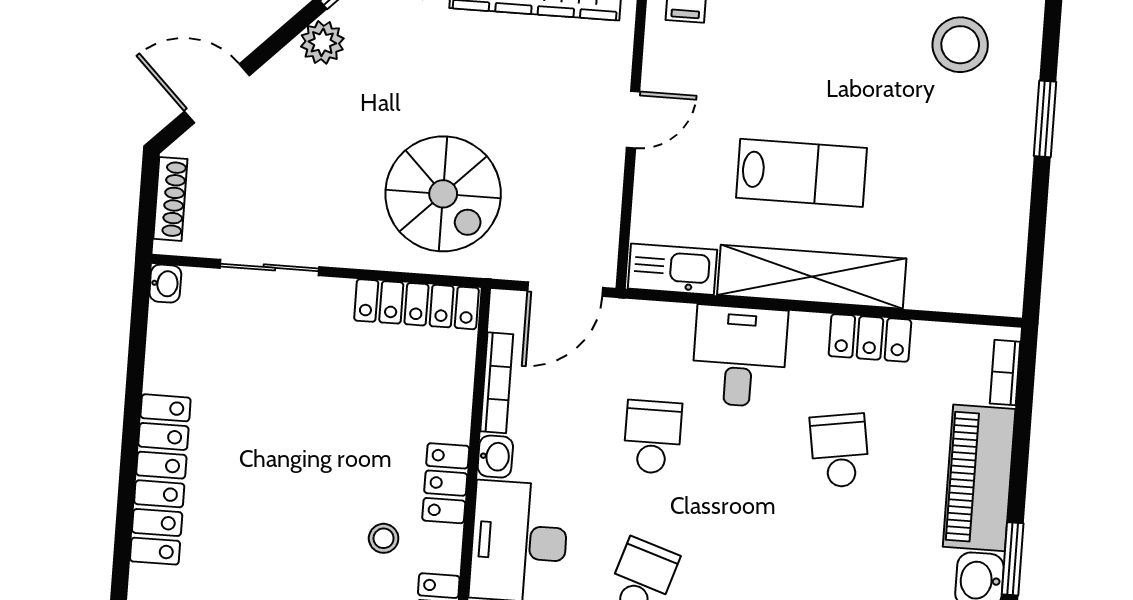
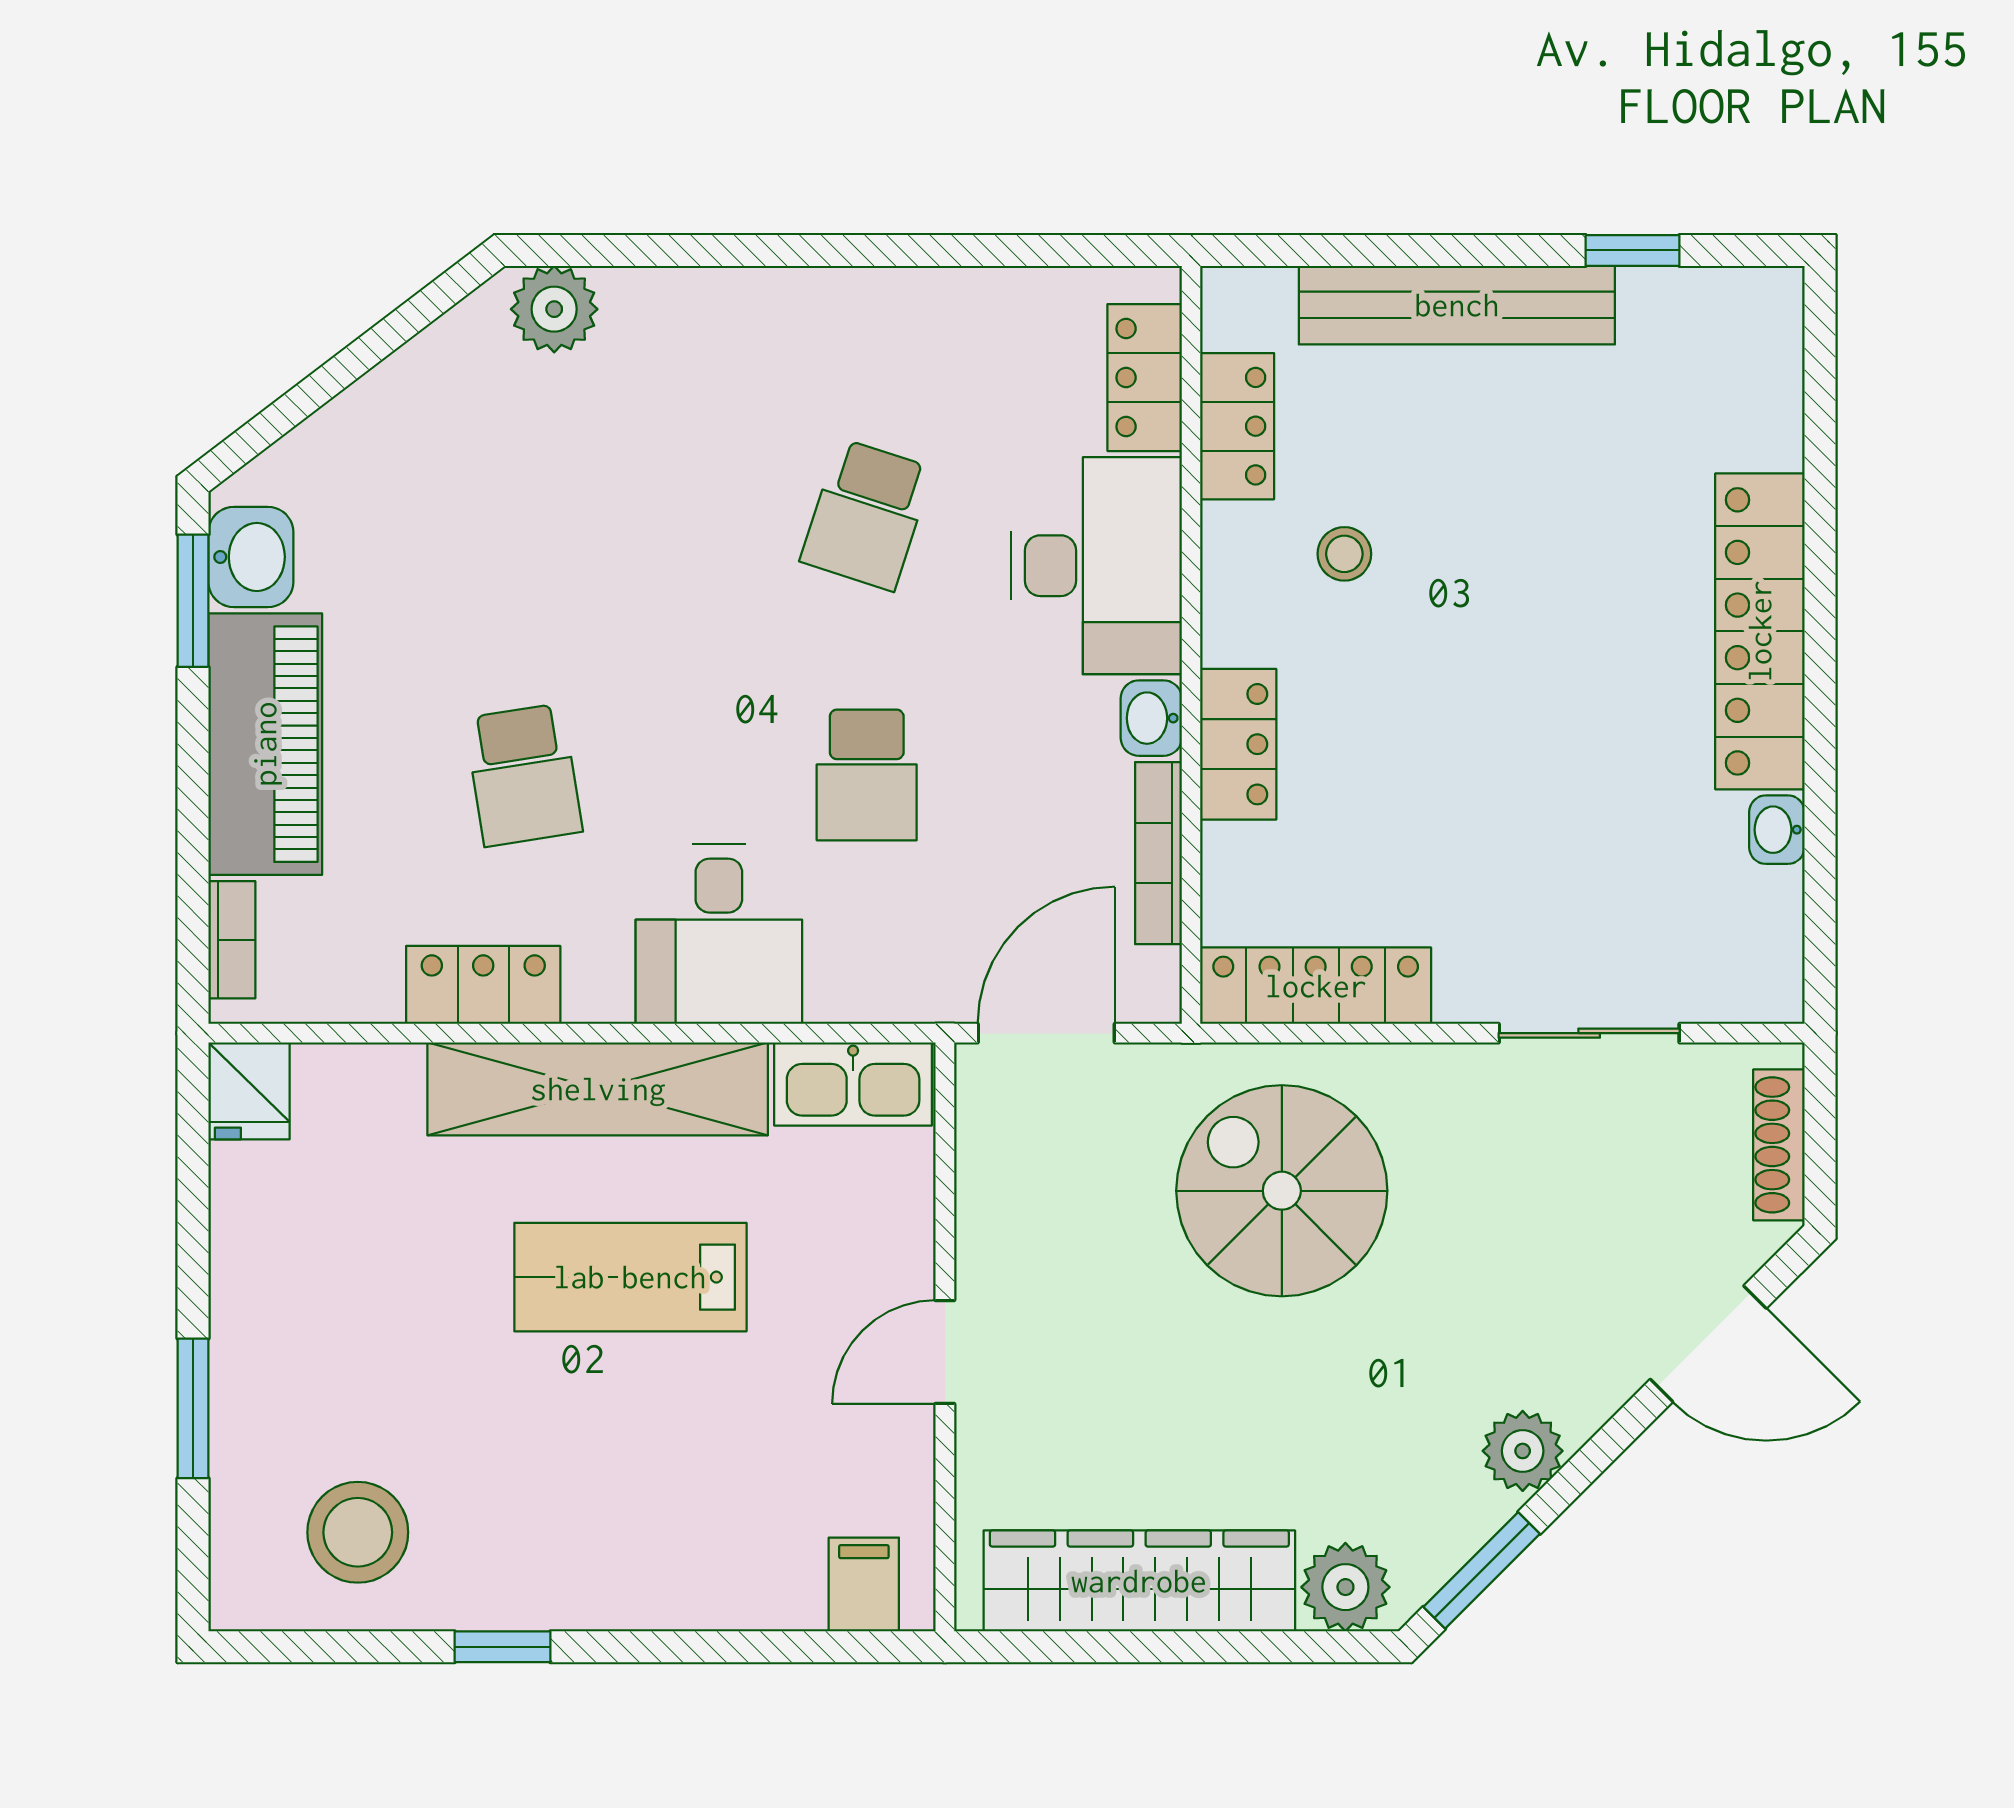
washbasin: (165, 284) -> (1777, 830), moved
fridge: (1002, 290) -> (249, 1091), added
locker: (446, 483) -> (1238, 744), moved

